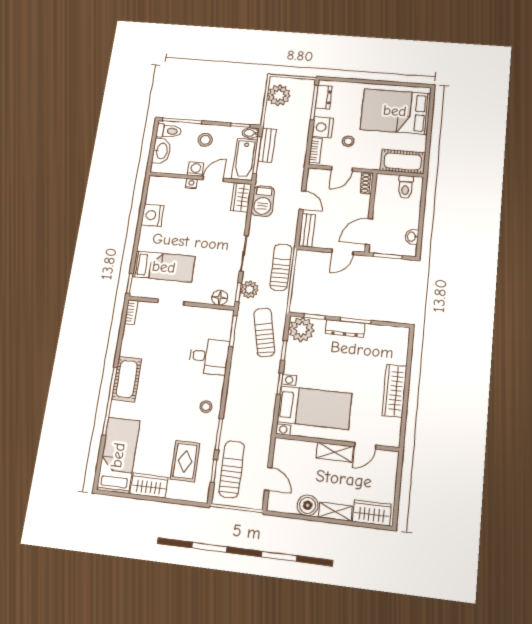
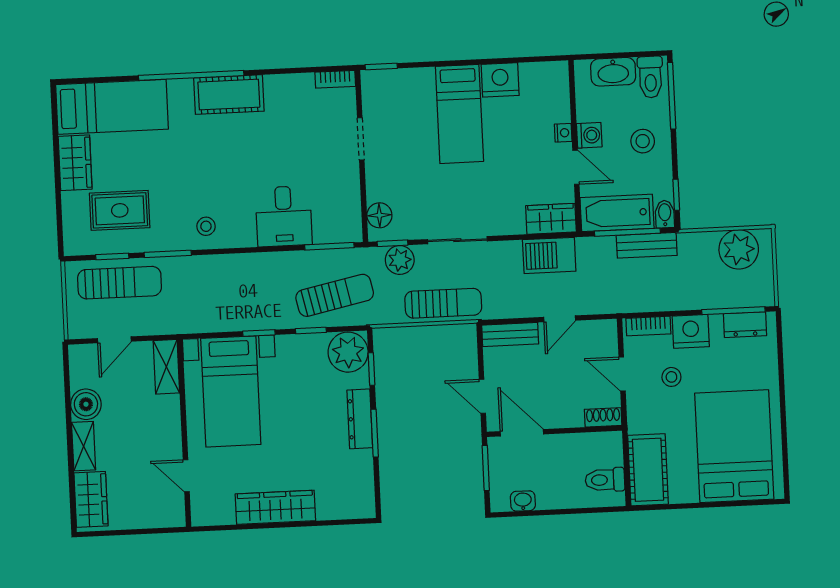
bed: (164, 267) -> (459, 114), moved
shelving: (335, 452) -> (166, 367), moved

